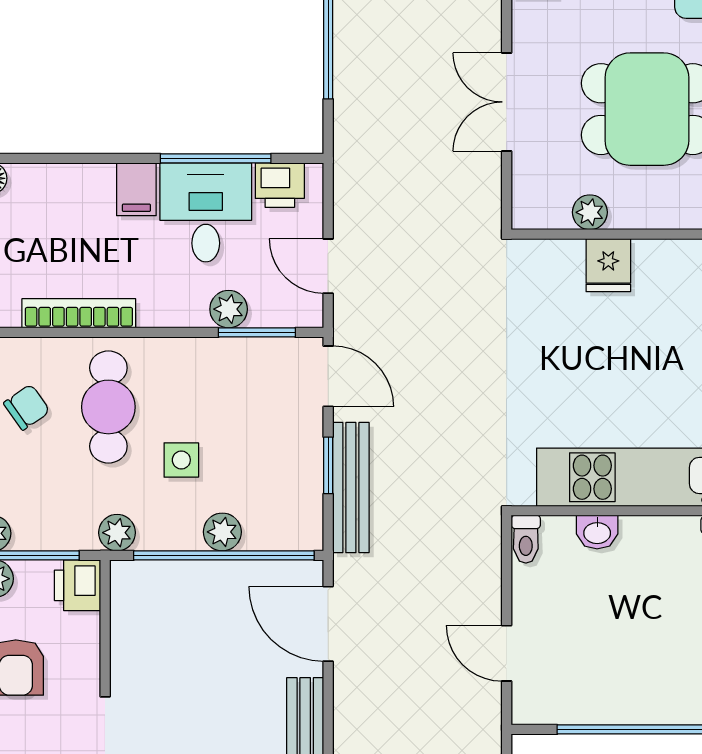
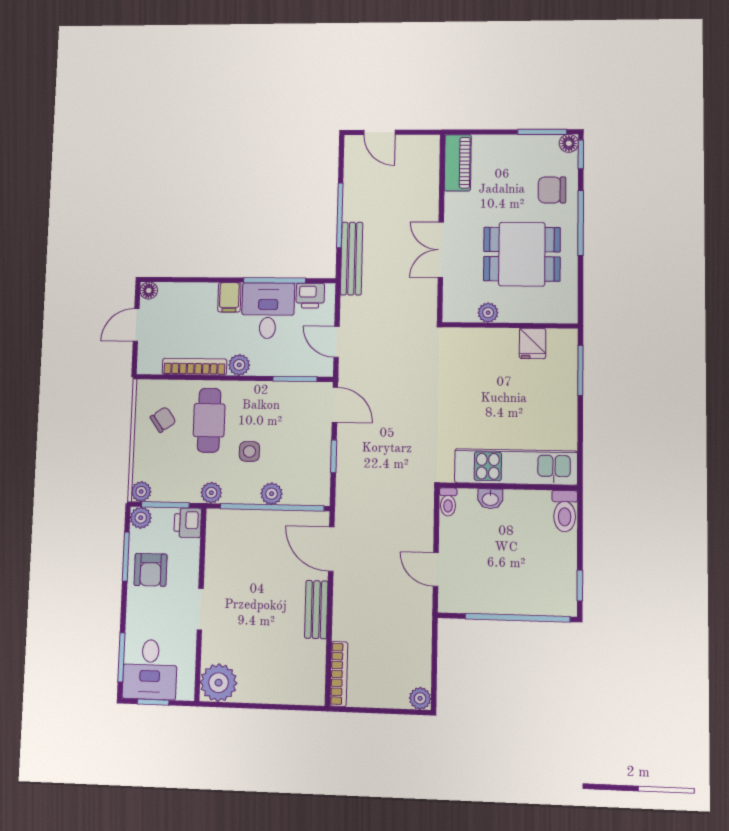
fridge: (608, 265) -> (533, 343), moved
plant: (229, 309) -> (239, 365), moved
bench: (351, 488) -> (352, 259), moved

